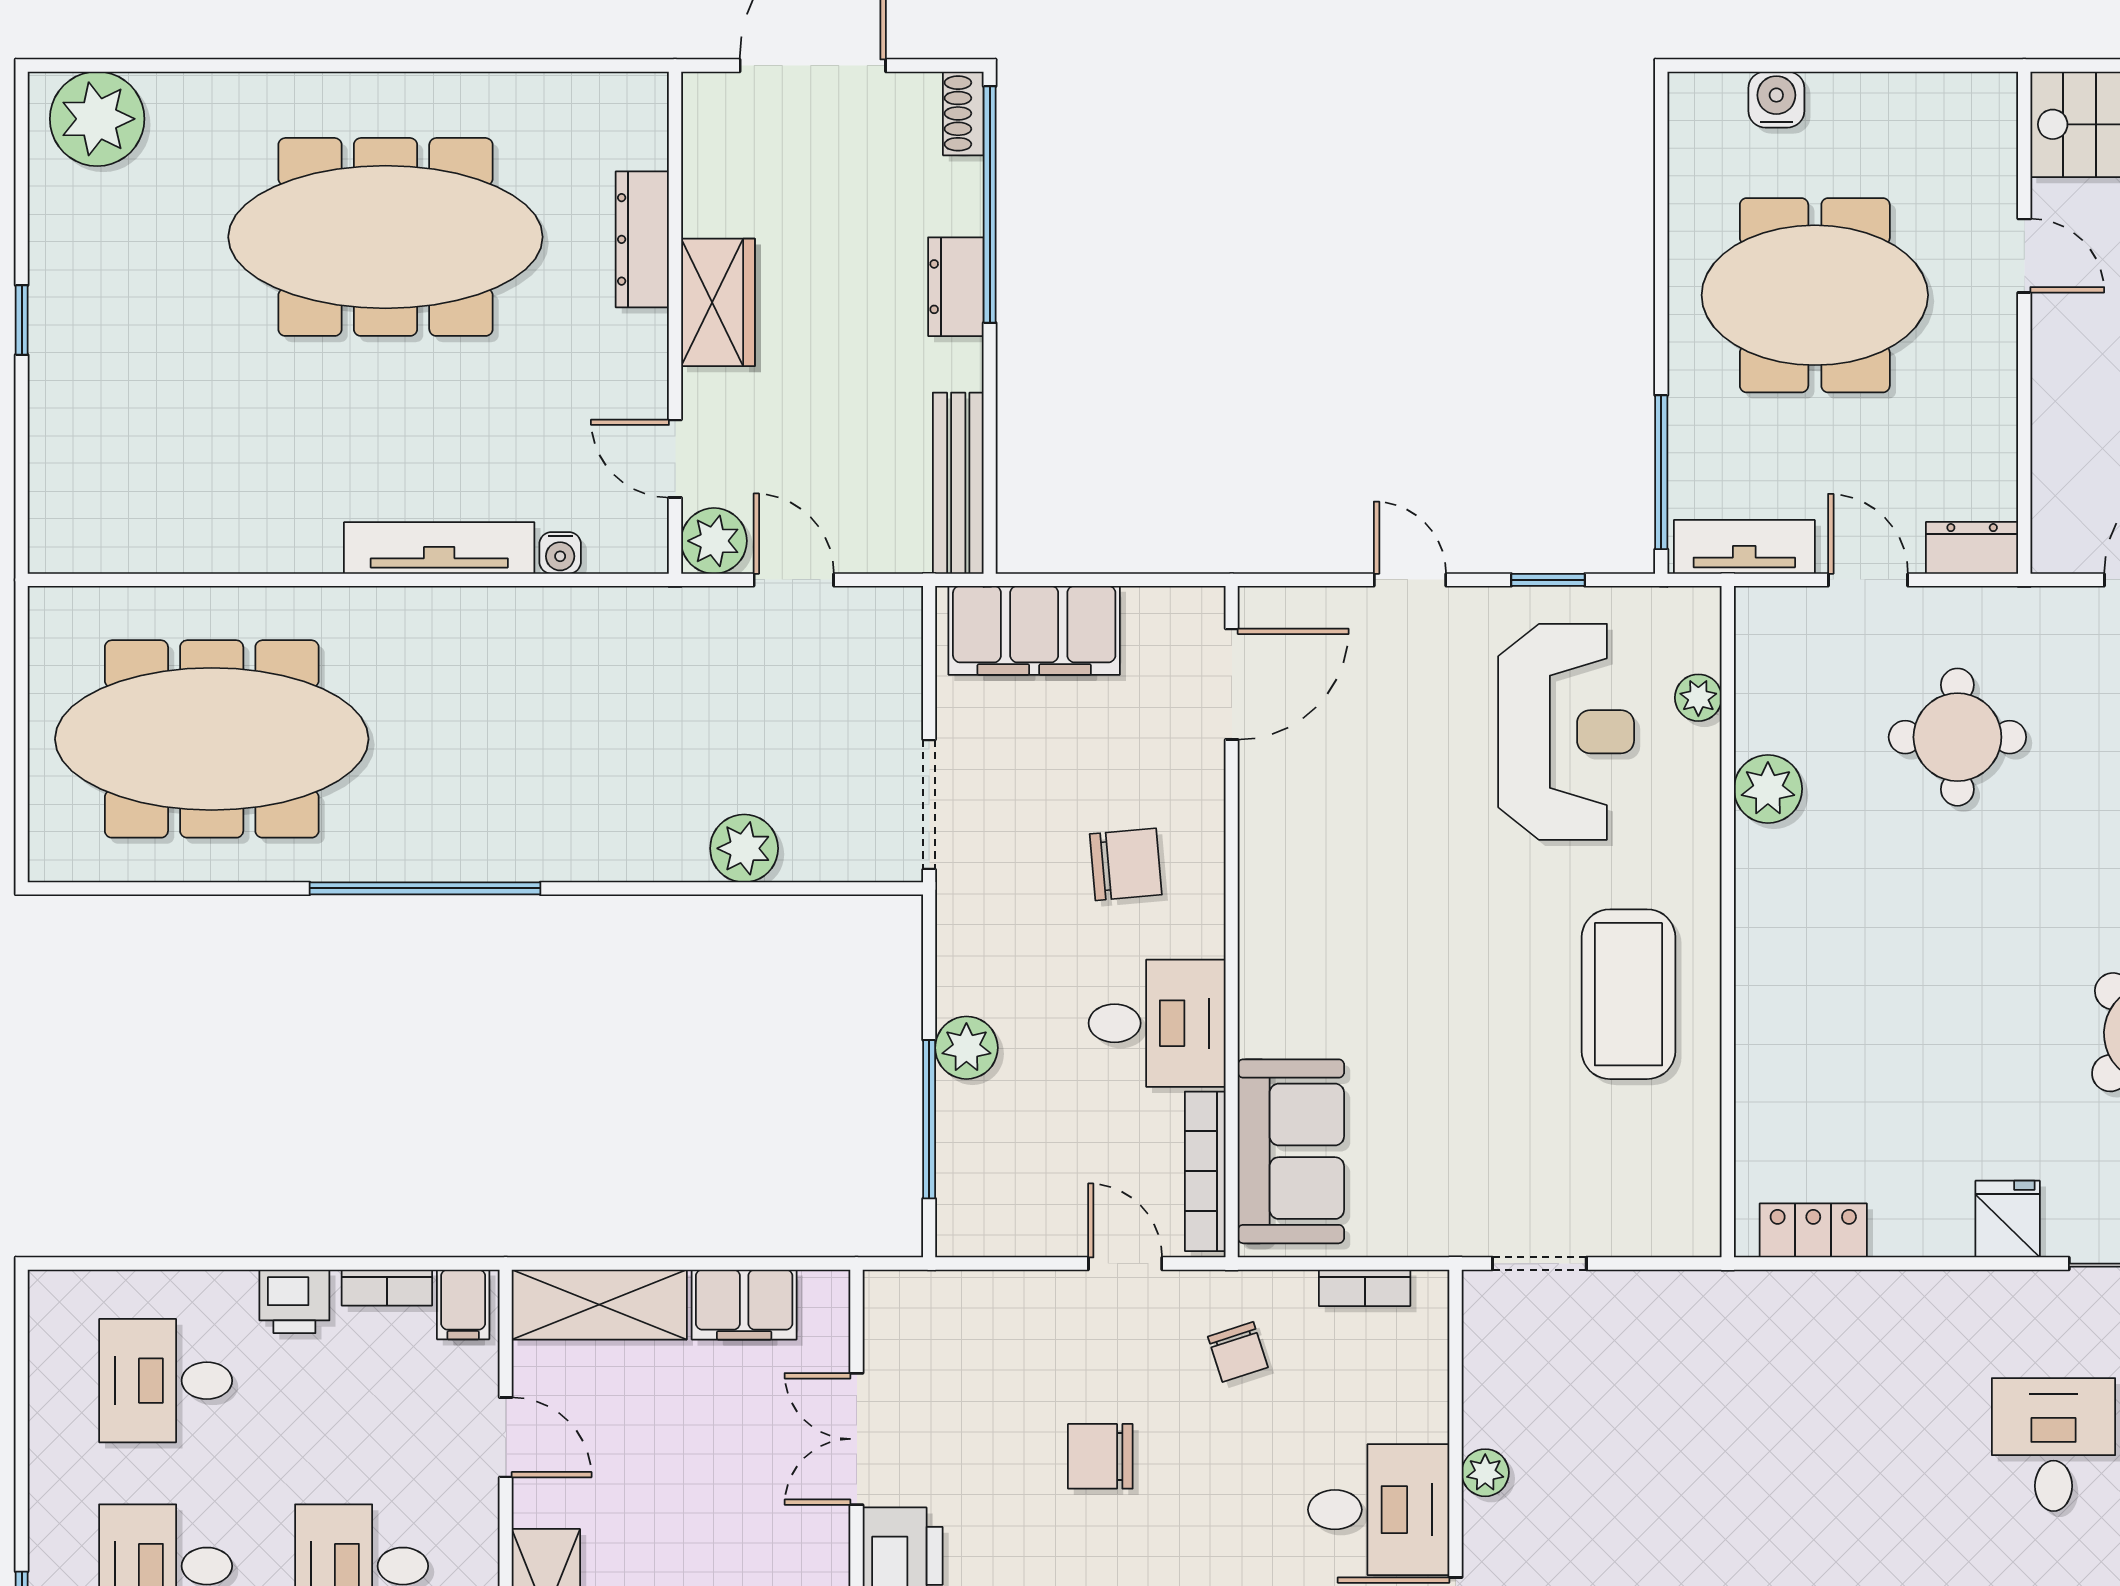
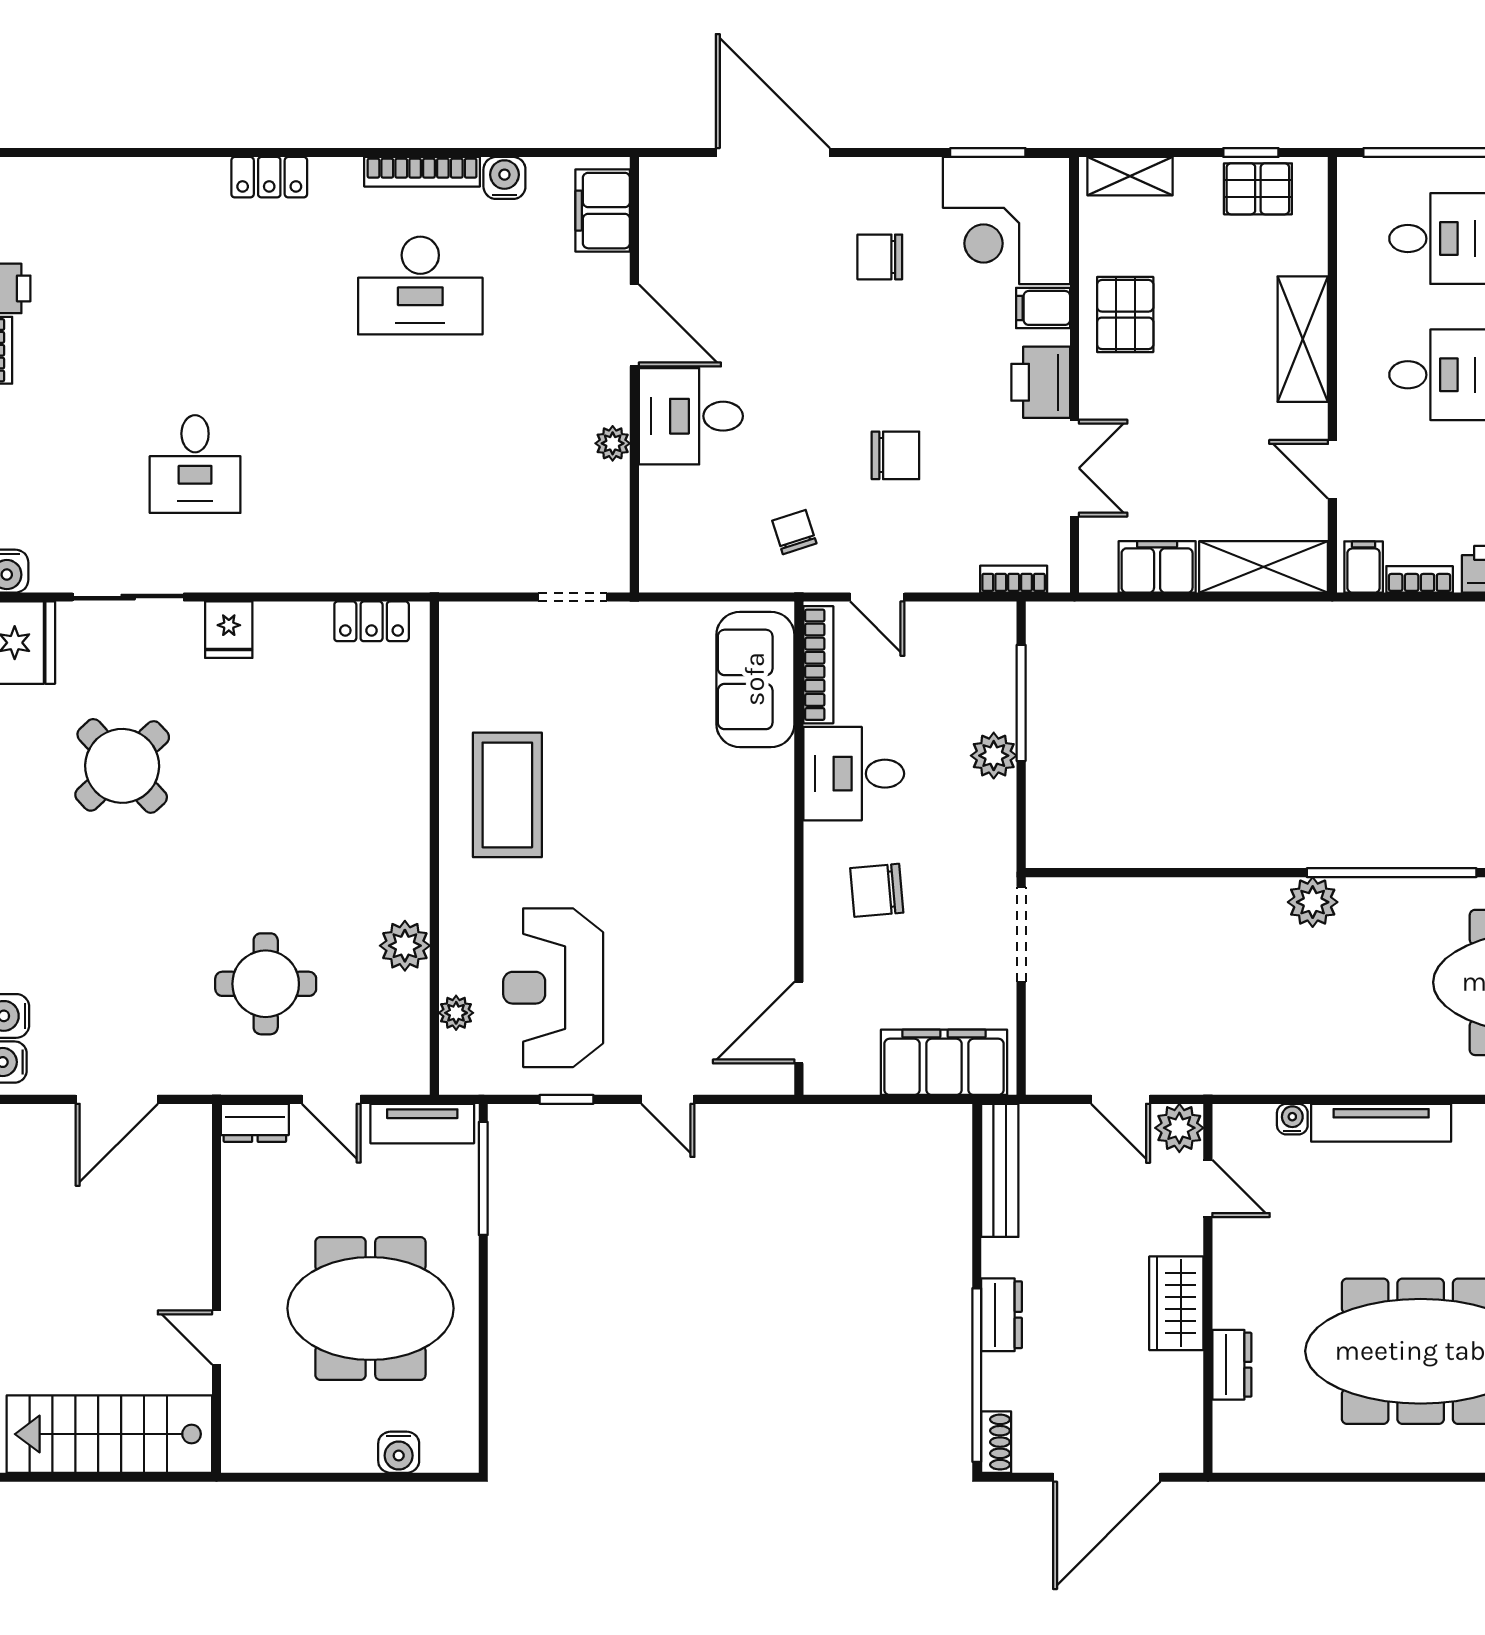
dresser: (642, 239) -> (1232, 1365), width x0.70
plant: (744, 848) -> (1313, 902), moved
bookcase: (1365, 1288) -> (1014, 579), moved

